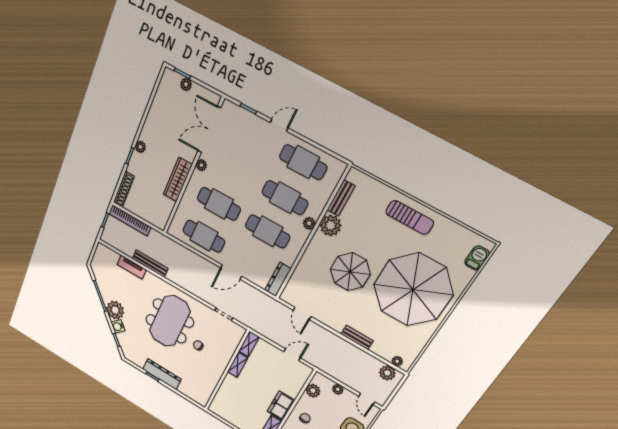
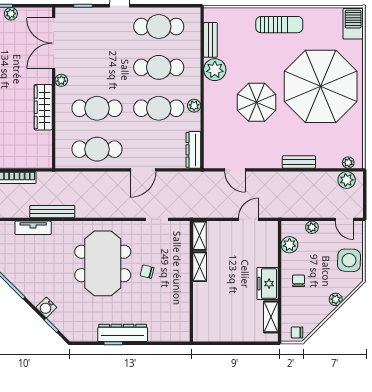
plant: (309, 223) -> (194, 106), moved
barbecue: (477, 258) -> (353, 24), width x1.38, depth x1.27
plant: (115, 310) -> (35, 290), removed

